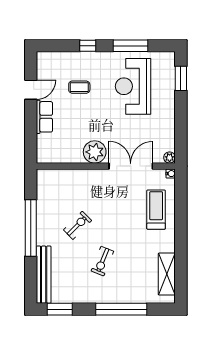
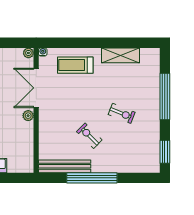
plant: (95, 152) -> (28, 116), width x0.53, depth x0.53
shelving: (167, 274) -> (121, 55), moved
bench: (44, 275) -> (65, 166), moved

